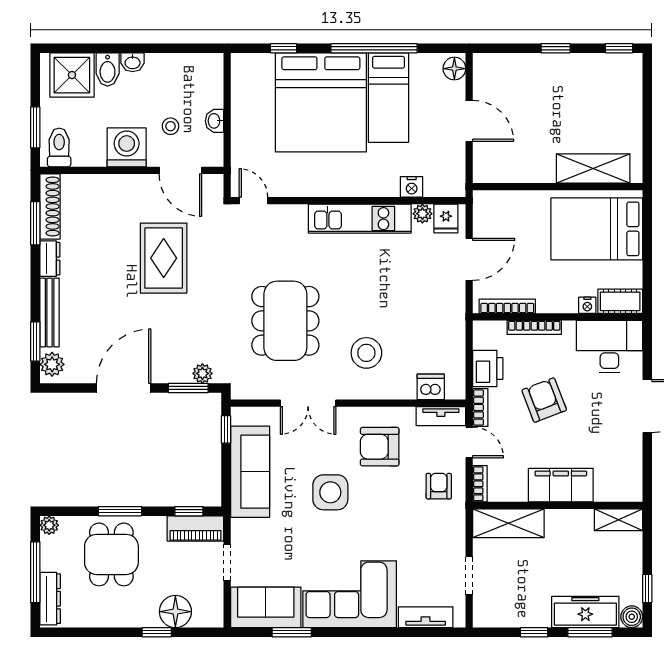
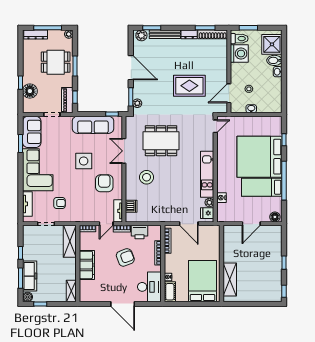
washing machine: (127, 147) -> (239, 54), moved
armchair: (439, 486) -> (60, 203), moved

